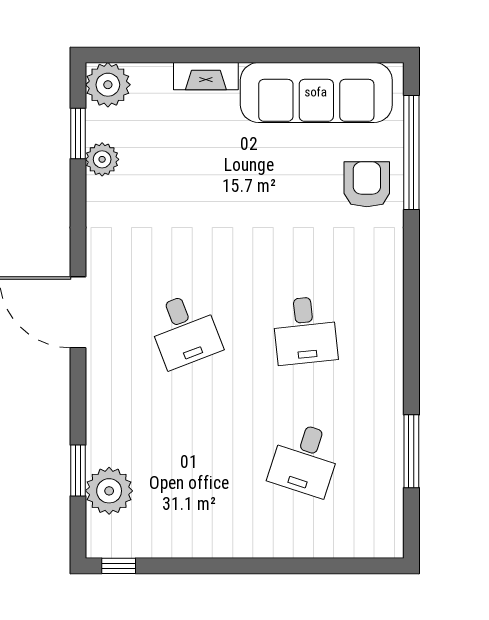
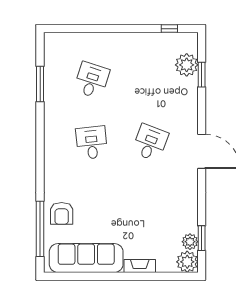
plant: (102, 159) -> (190, 242), moved
desk: (184, 330) -> (150, 143), turned 42
window: (119, 566) -> (169, 29), moved

